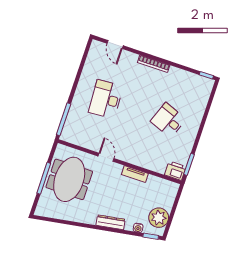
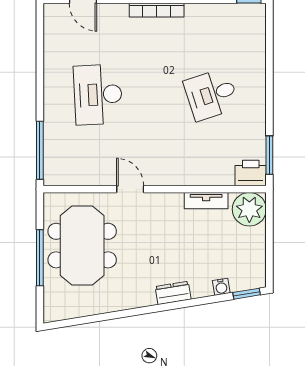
desk: (168, 120) -> (211, 95), turned -39
tv unit: (135, 174) -> (206, 201), moved
plant: (159, 218) -> (249, 209), moved
dresser: (111, 222) -> (173, 293), width x0.70

